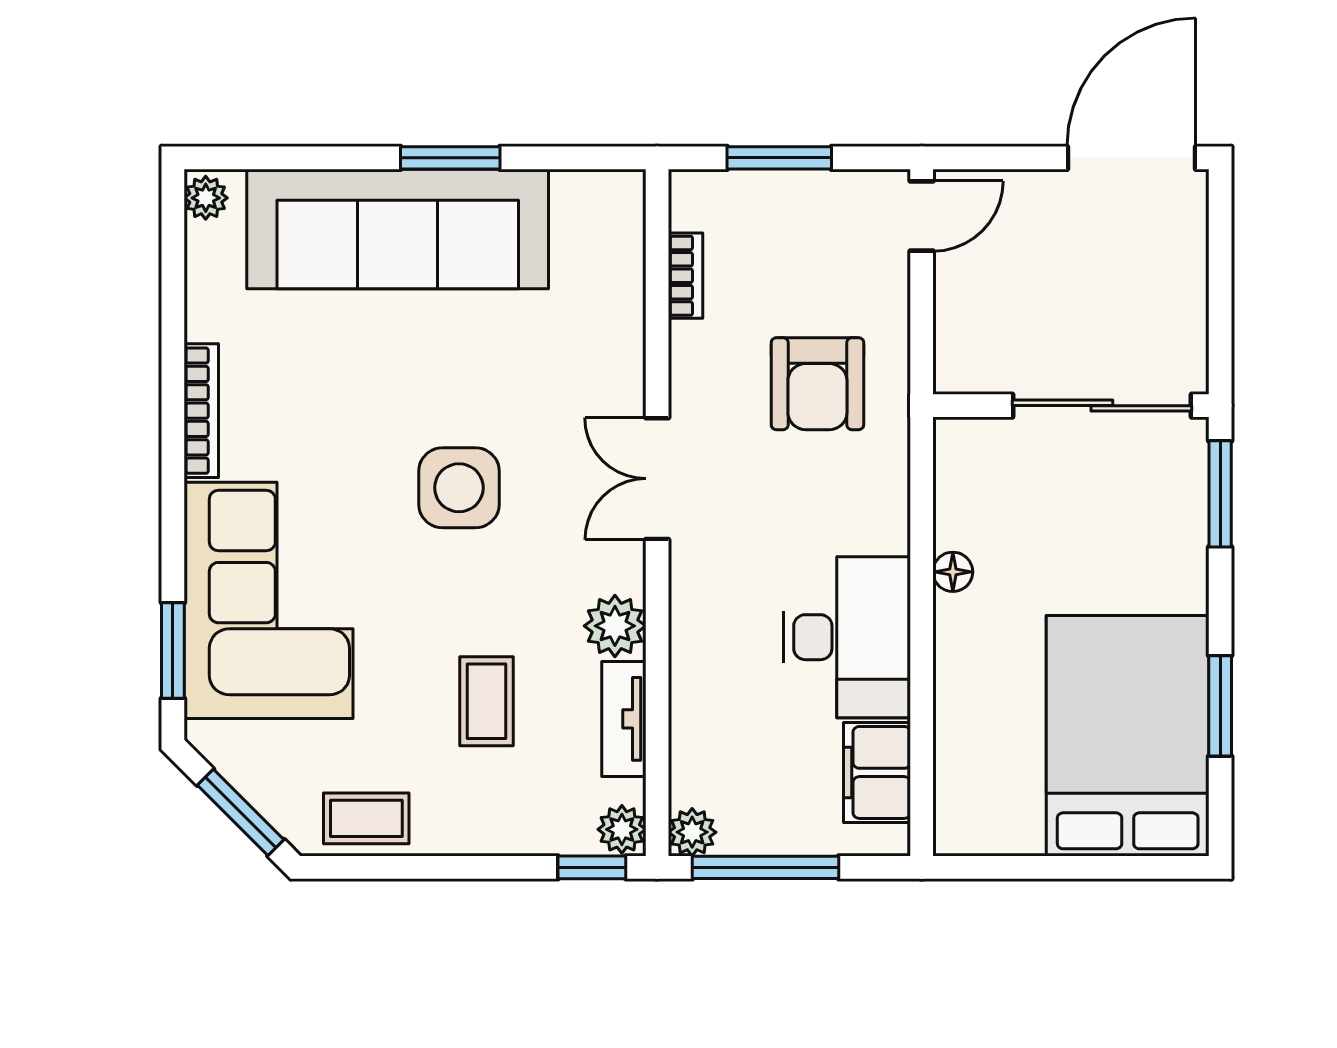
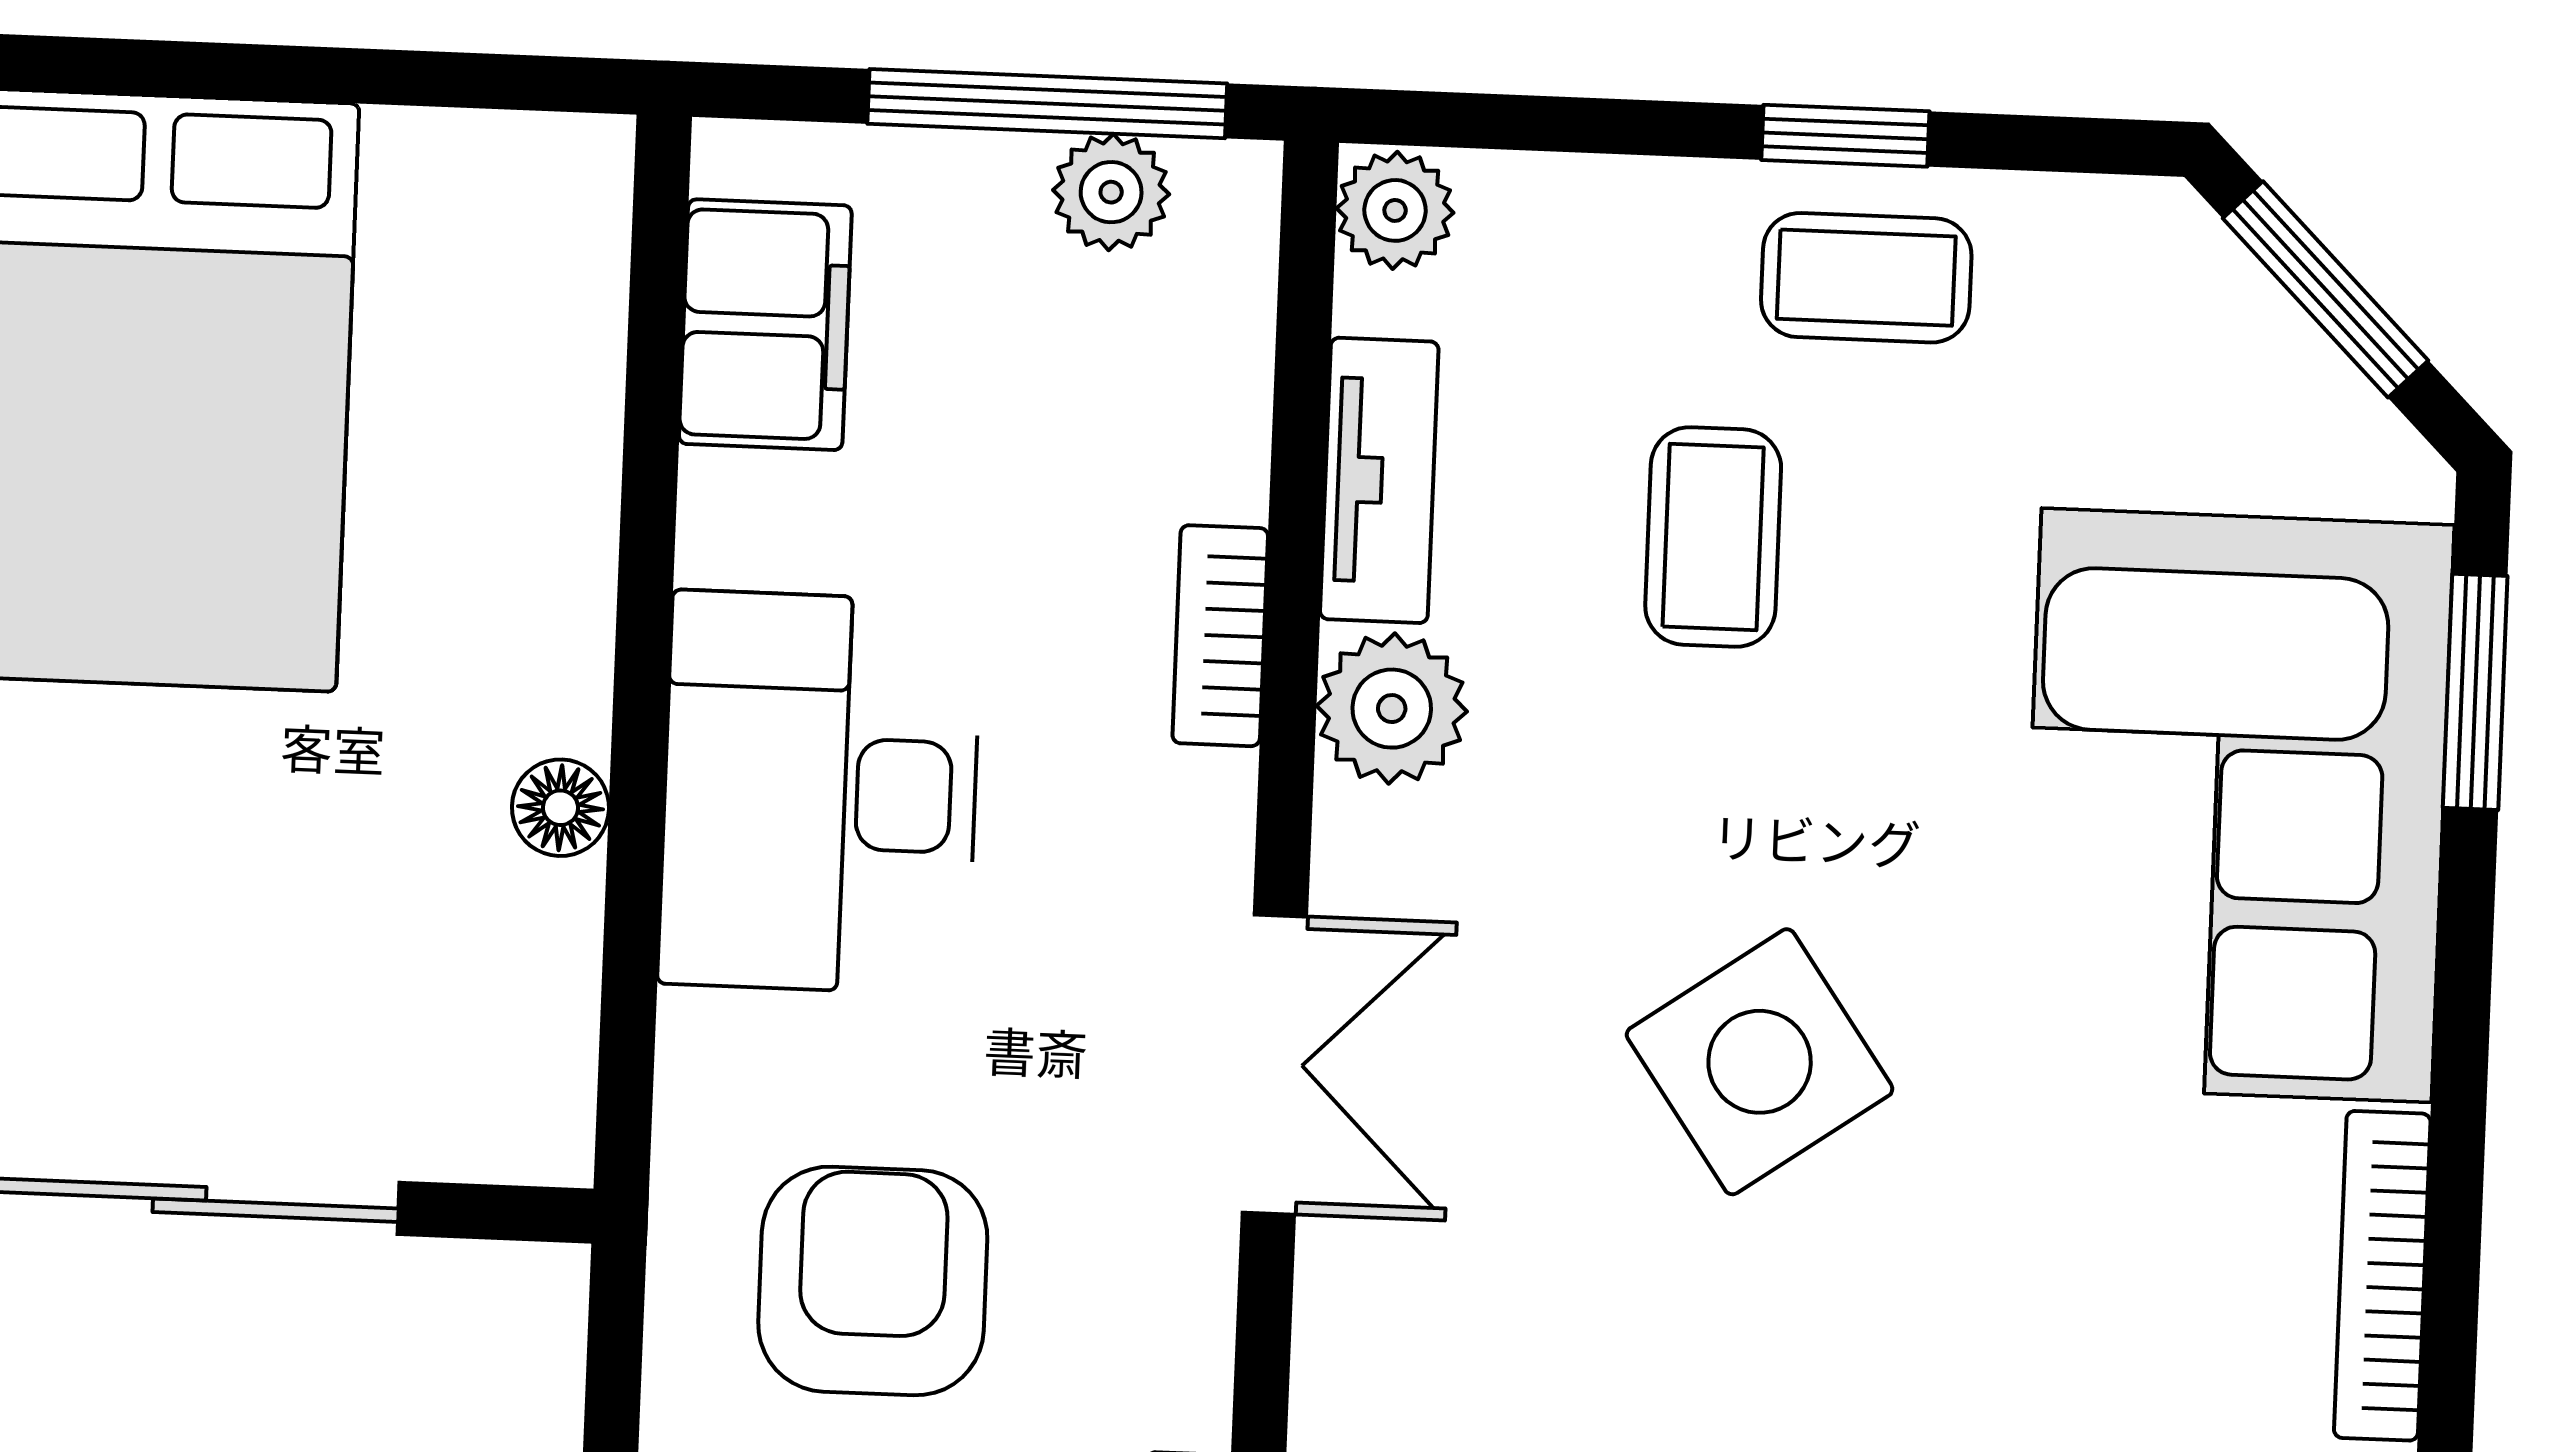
side table: (459, 488) -> (1760, 1062), turned -35
desk: (847, 637) -> (820, 793), moved
bookcase: (686, 653) -> (1220, 636), added
coffee table: (366, 818) -> (1866, 278), moved
plant: (692, 832) -> (1111, 192), moved
window: (592, 867) -> (1845, 136), moved

